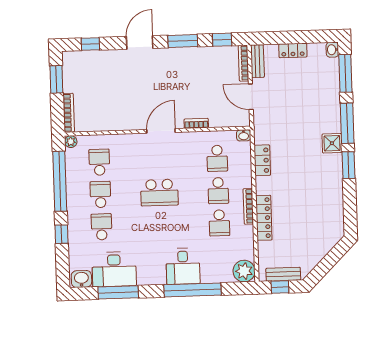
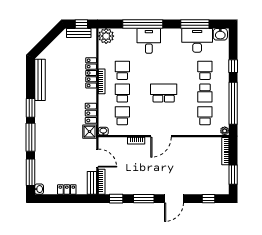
shower: (332, 143) -> (90, 132), moved
school desk: (99, 162) -> (205, 116), turned 180
bench: (336, 205) -> (40, 80), added
school desk: (102, 227) -> (205, 70), turned 180

